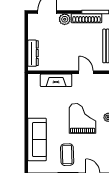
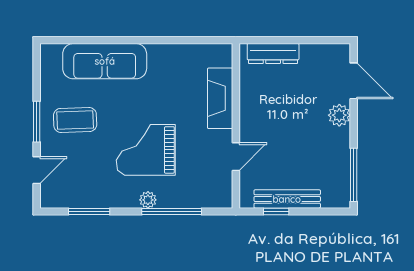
shoe rack: (86, 18) -> (341, 158), removed
grand piano: (83, 118) -> (146, 150), turned 180

